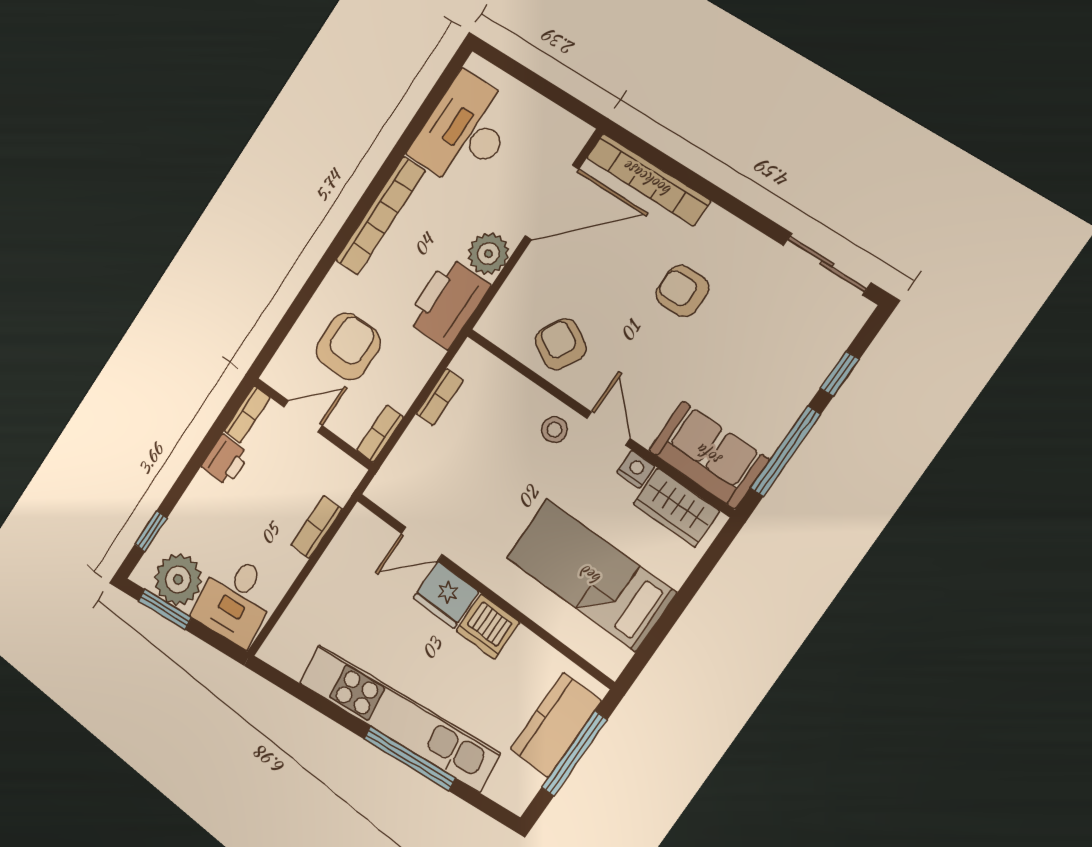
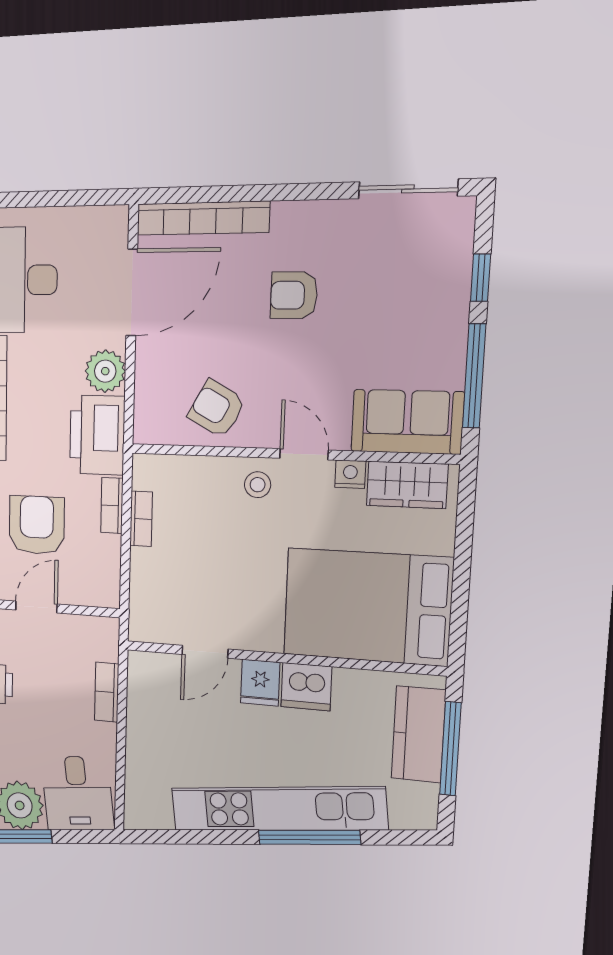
bookcase: (380, 434) -> (112, 506), moved
bed: (591, 575) -> (367, 607), width x1.50
fridge: (446, 595) -> (260, 683), width x0.72

